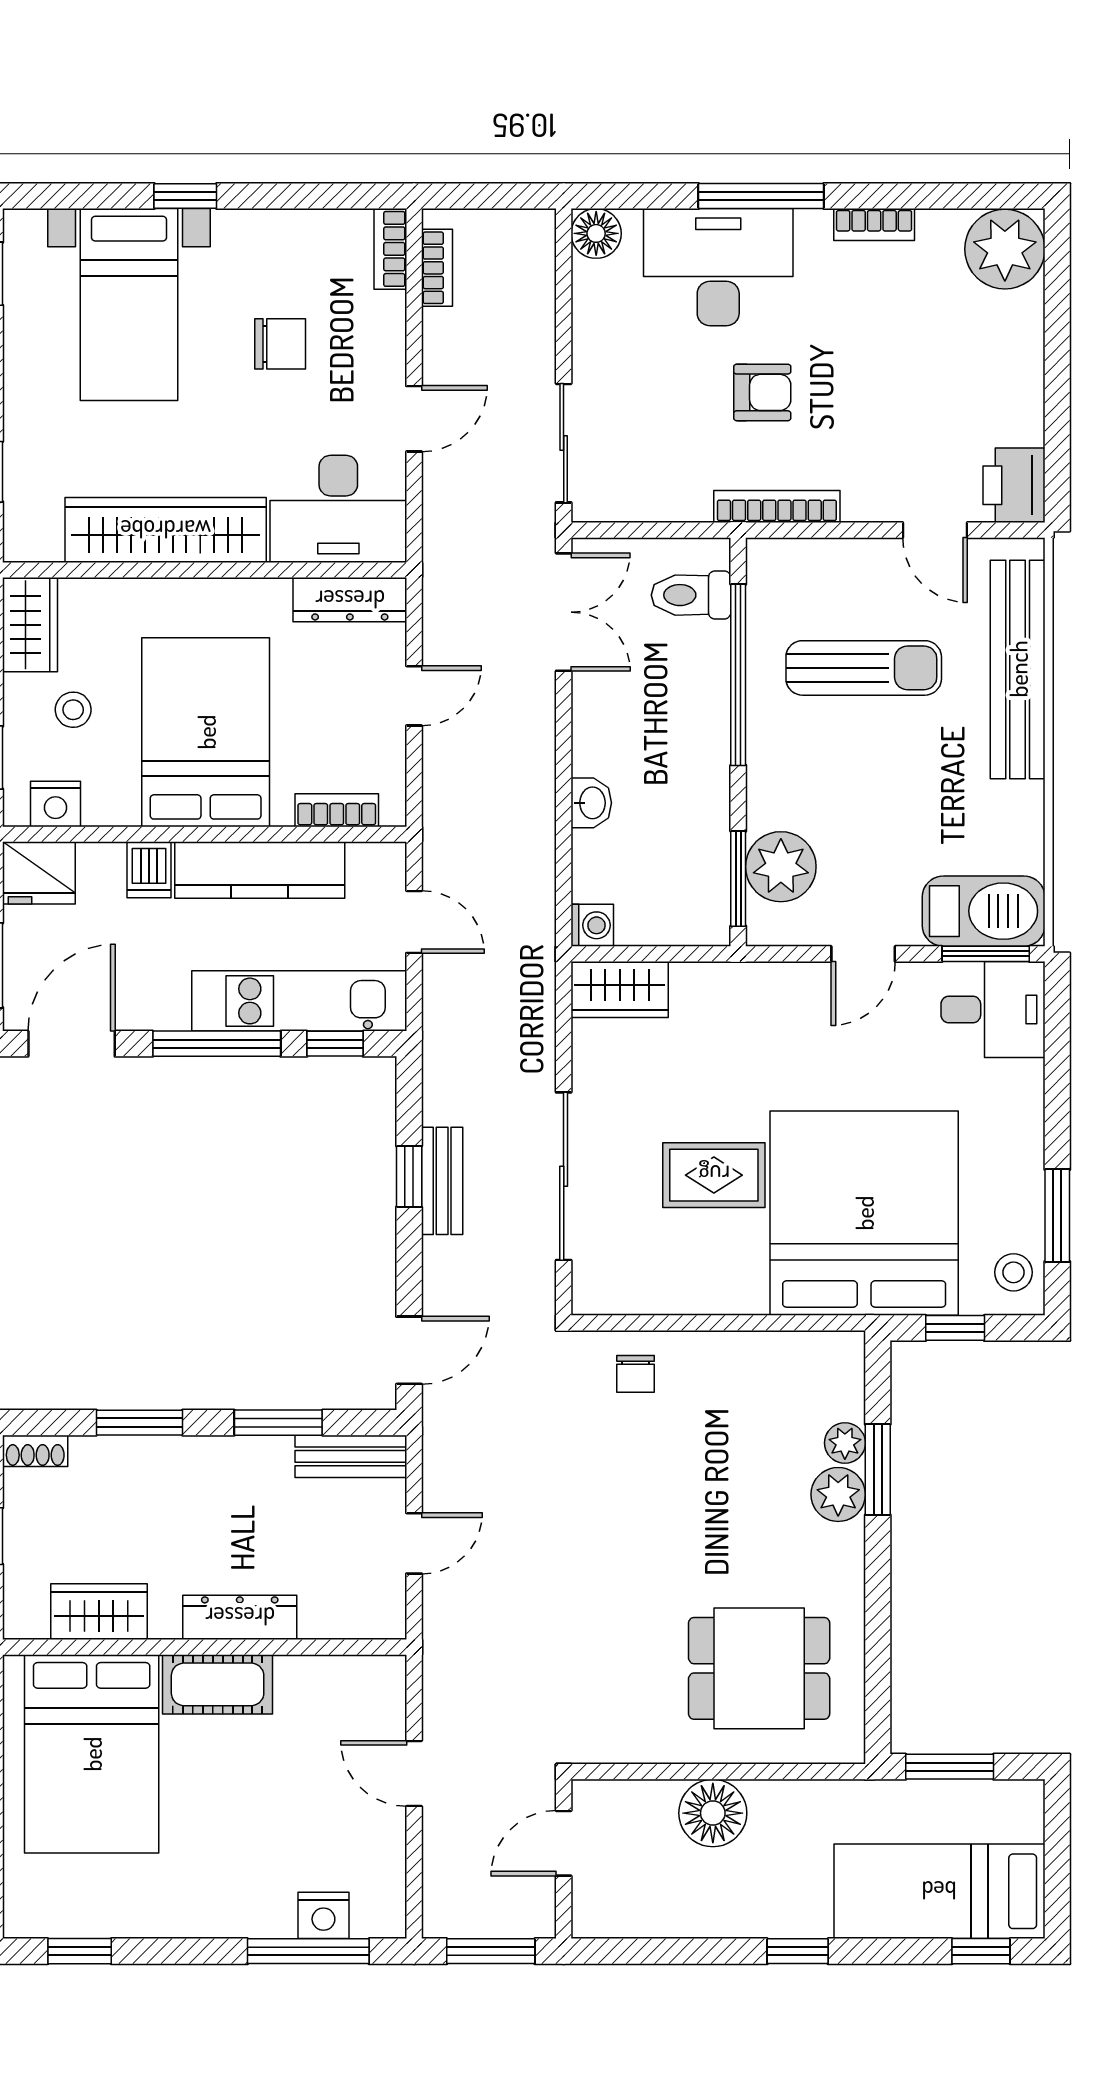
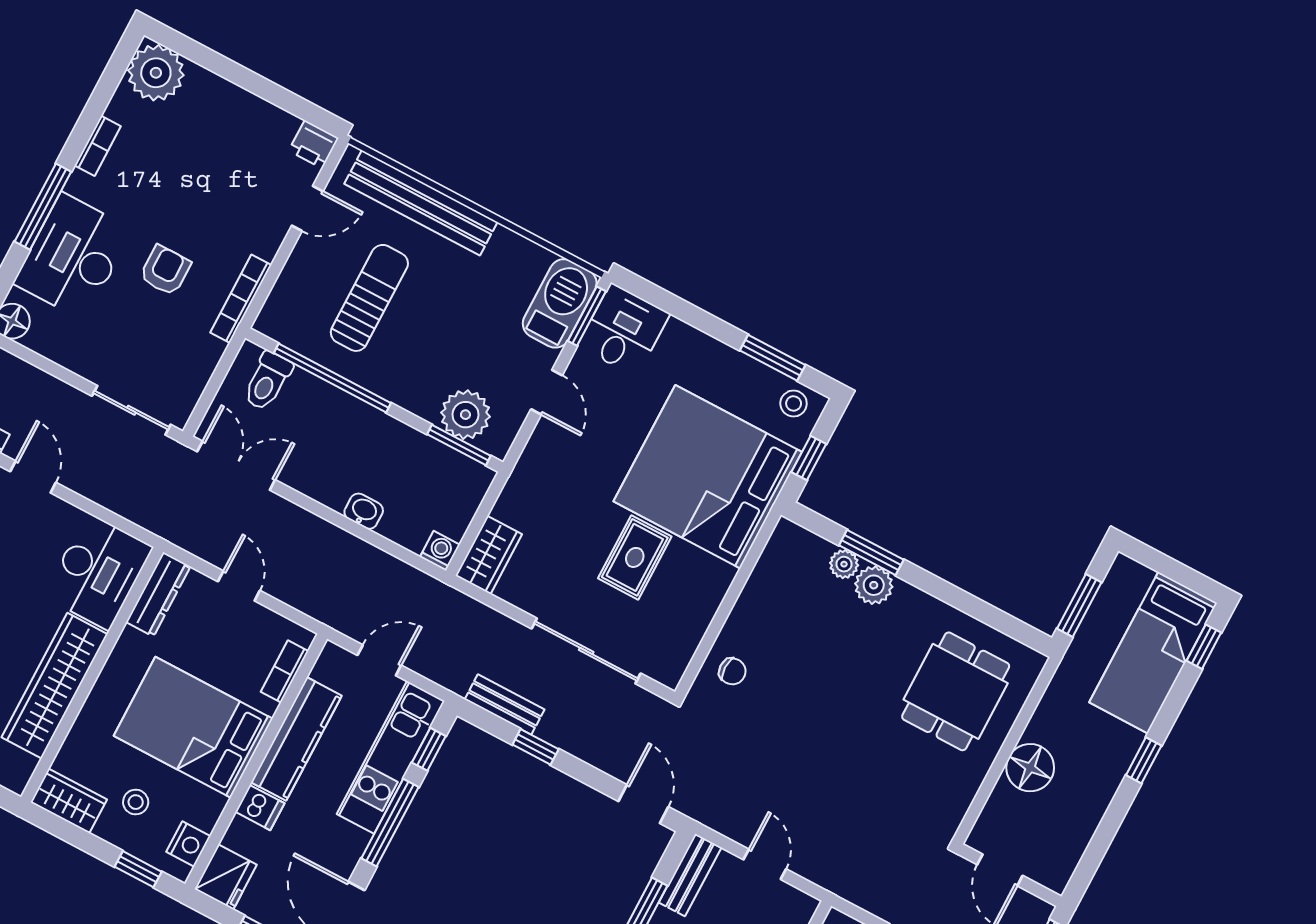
door: (414, 419) -> (33, 477), moved
printer: (1014, 485) -> (314, 144), width x0.73, depth x0.81
bench: (442, 1181) -> (505, 704), moved

